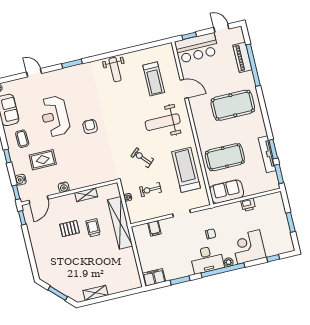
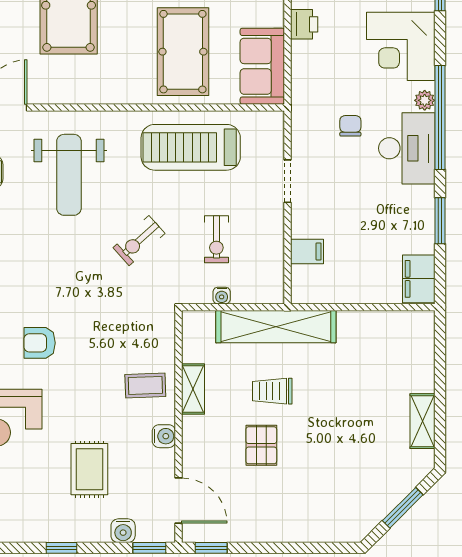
coffee table: (22, 139) -> (145, 385), moved

